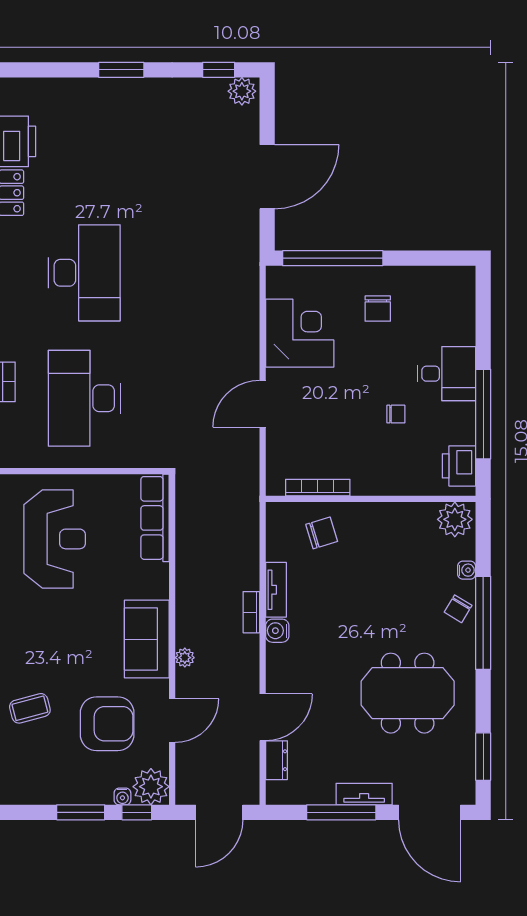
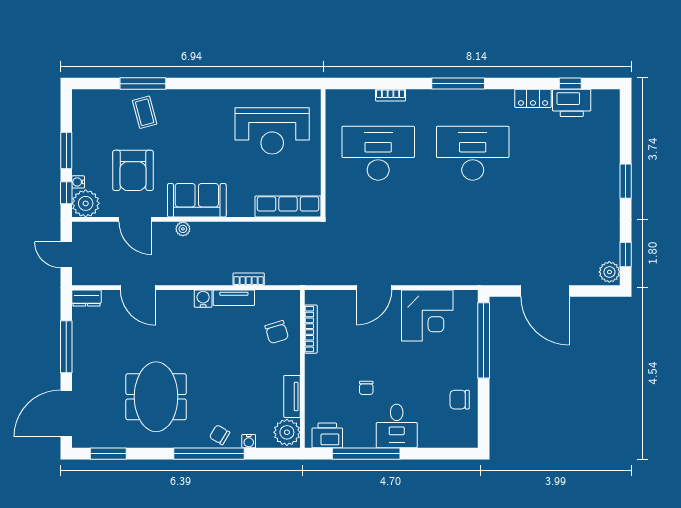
desk: (84, 273) -> (473, 153), turned 180
chair: (378, 309) -> (460, 400), moved
door: (263, 404) -> (374, 288), swing flipped
bookcase: (251, 612) -> (249, 279), moved
dresser: (277, 760) -> (87, 298), moved
tv unit: (364, 794) -> (292, 396), moved, turned 180
door: (219, 812) -> (66, 255), width x0.73

